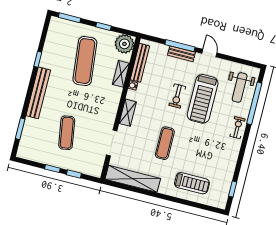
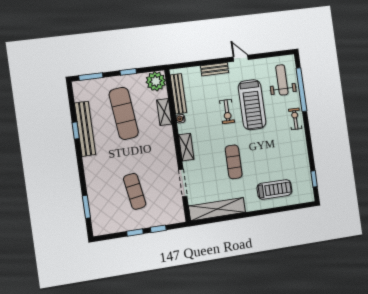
window: (180, 46) -> (210, 62), removed
weight bench: (240, 88) -> (282, 80), turned 180
bench: (38, 93) -> (85, 129), moved

